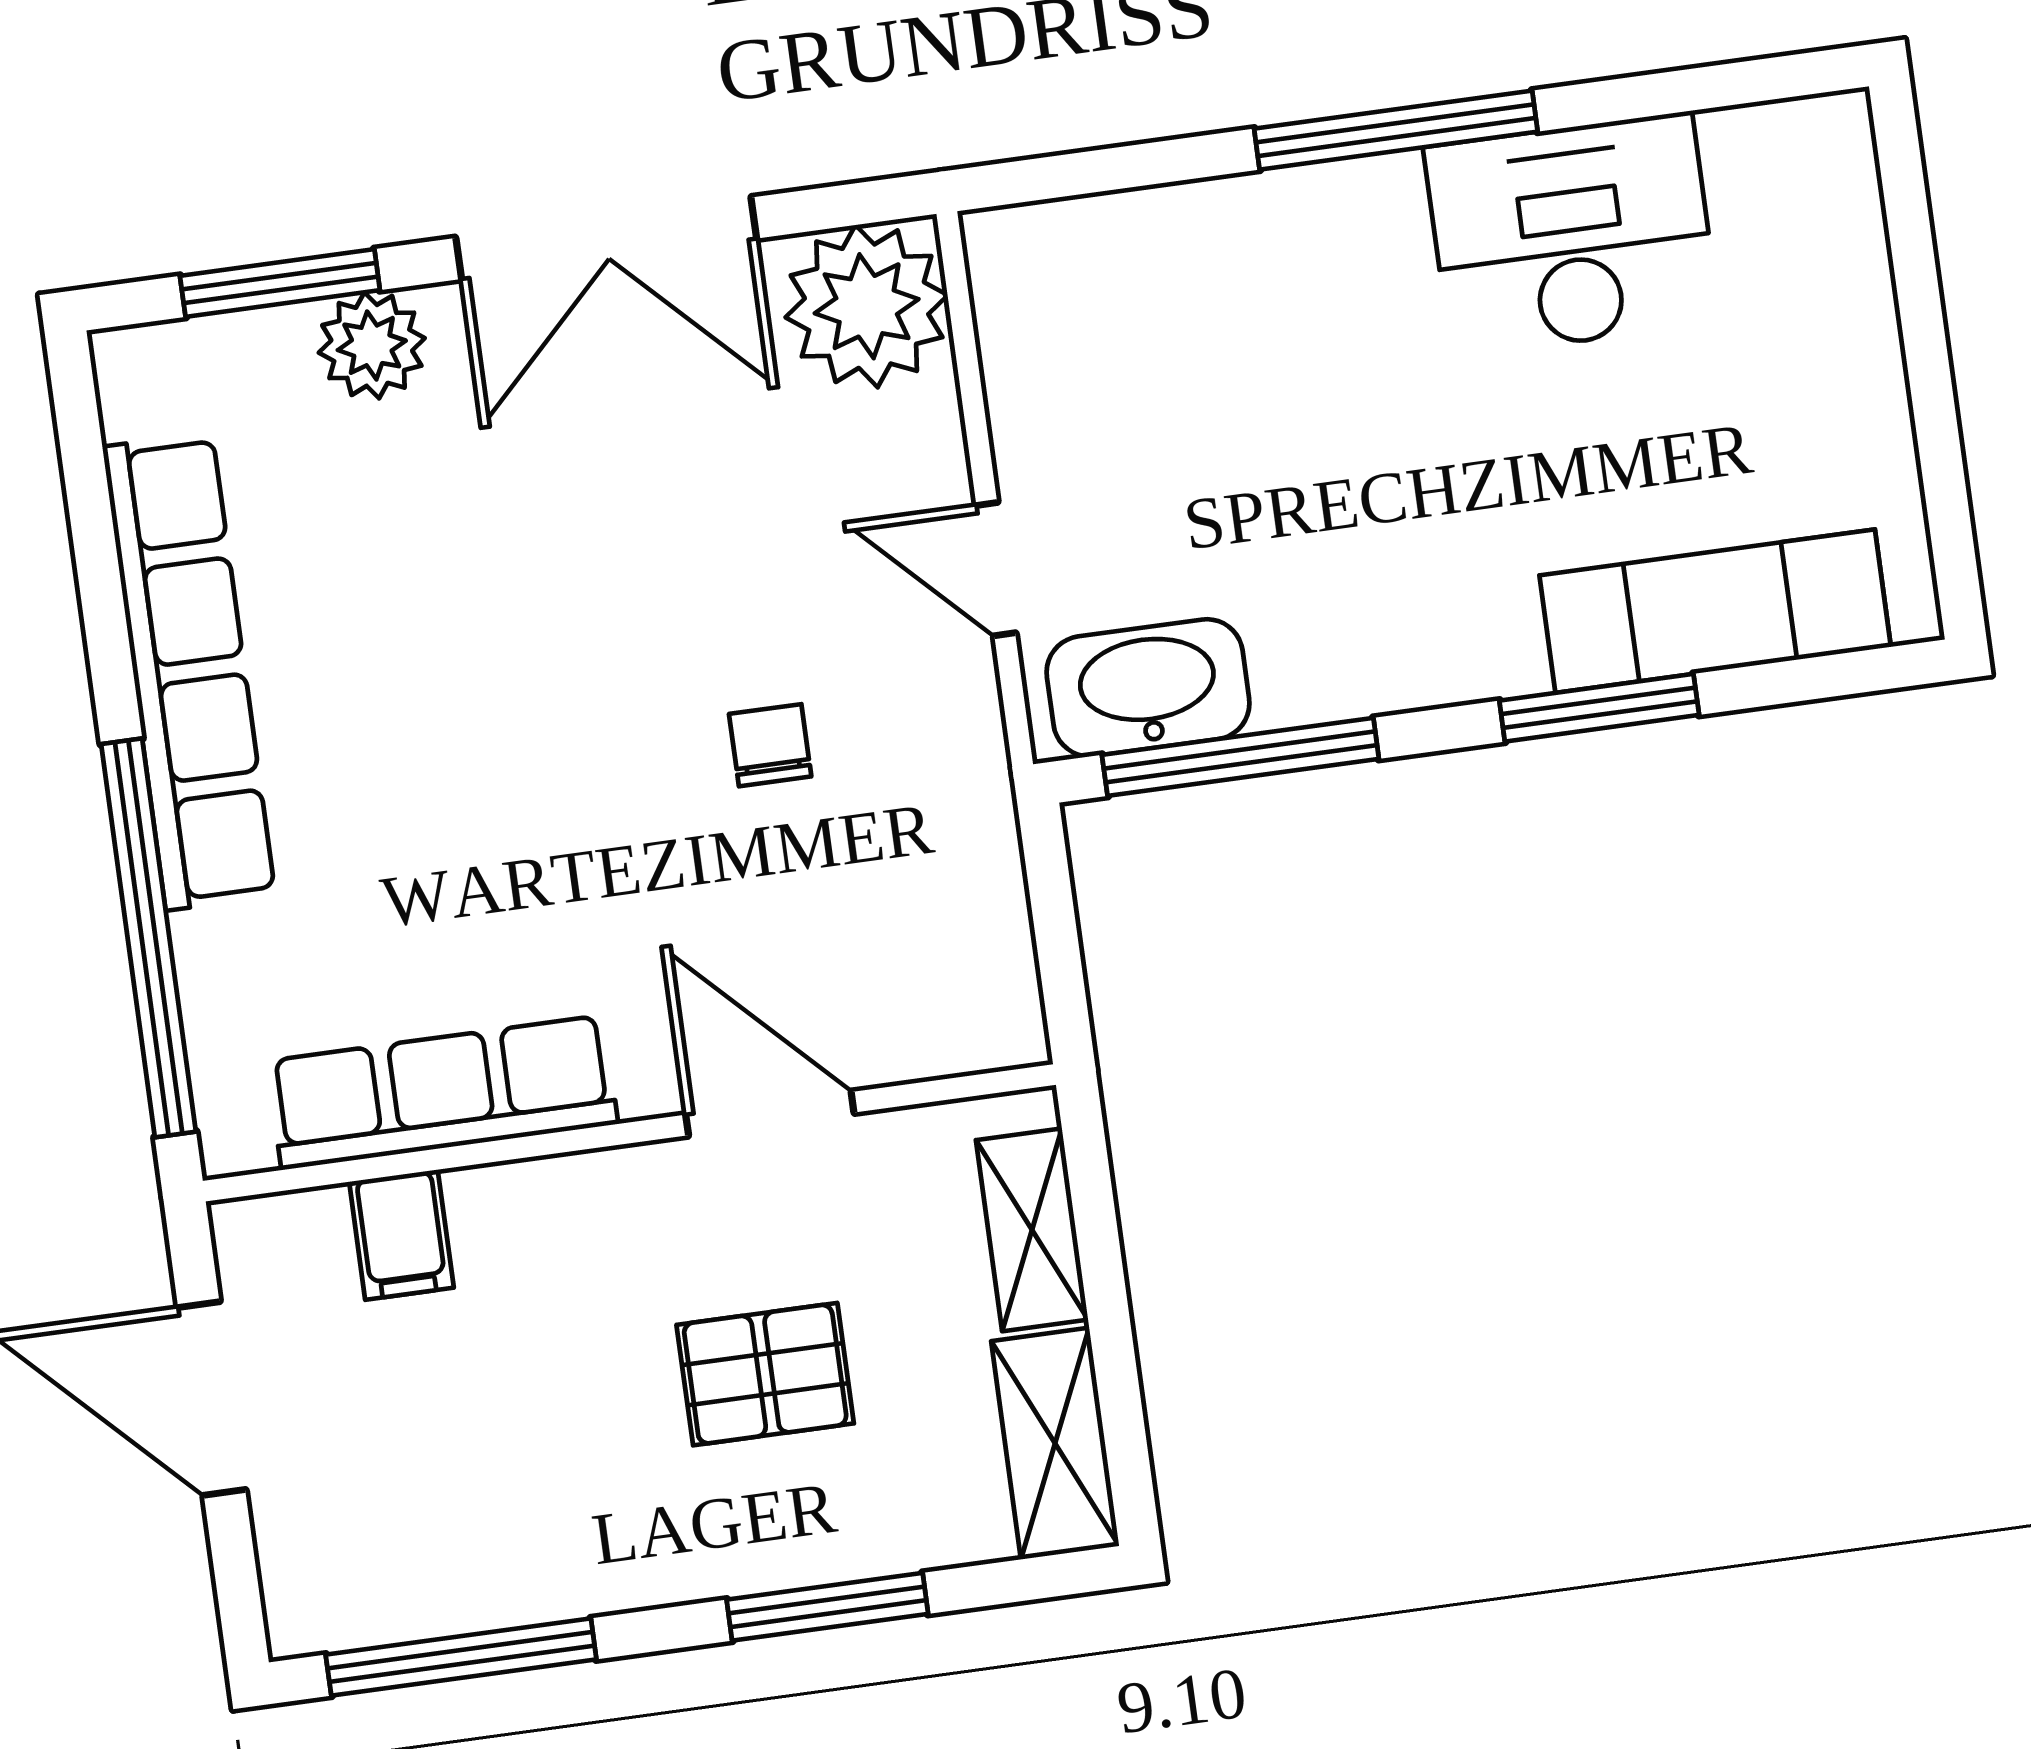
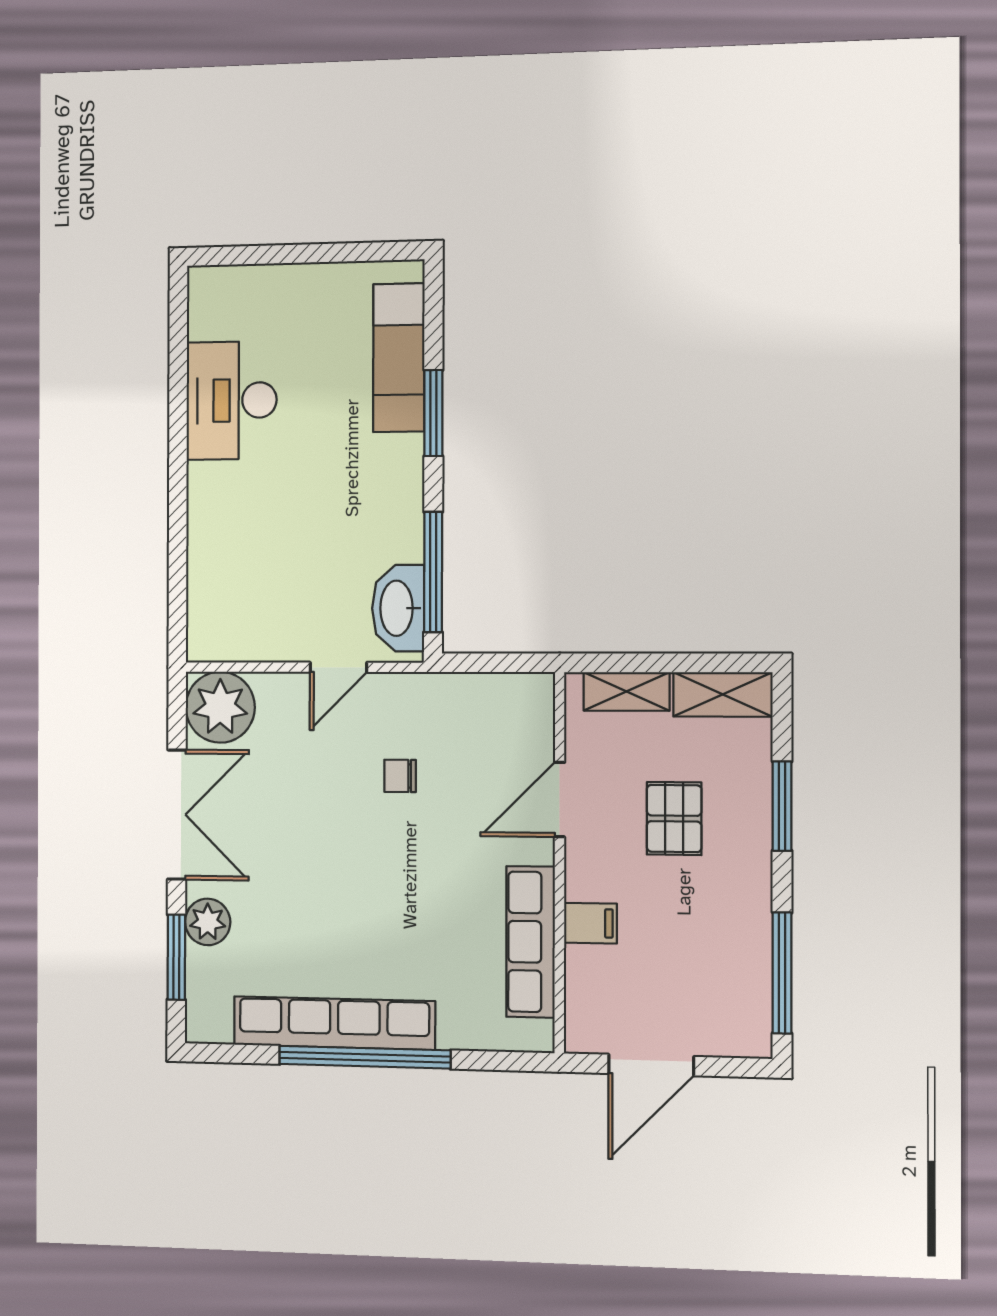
window: (1396, 130) -> (178, 470), removed
window: (149, 938) -> (365, 1057), moved
filing cabinet: (401, 1235) -> (590, 923), moved

